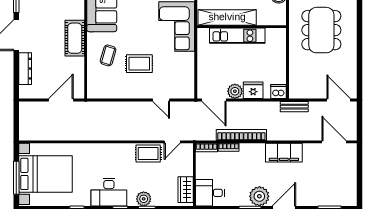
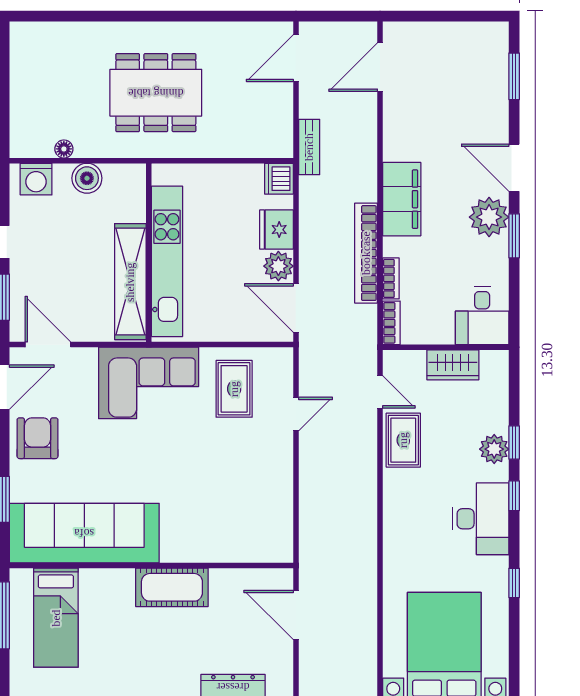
kitchen unit: (237, 36) -> (167, 261), width x1.36
coffee table: (108, 55) -> (207, 520), removed
rug: (139, 64) -> (234, 389), moved
door: (214, 100) -> (296, 308), swing flipped
filing cabinet: (284, 153) -> (402, 199), moved
wardrobe: (186, 190) -> (453, 365), moved

